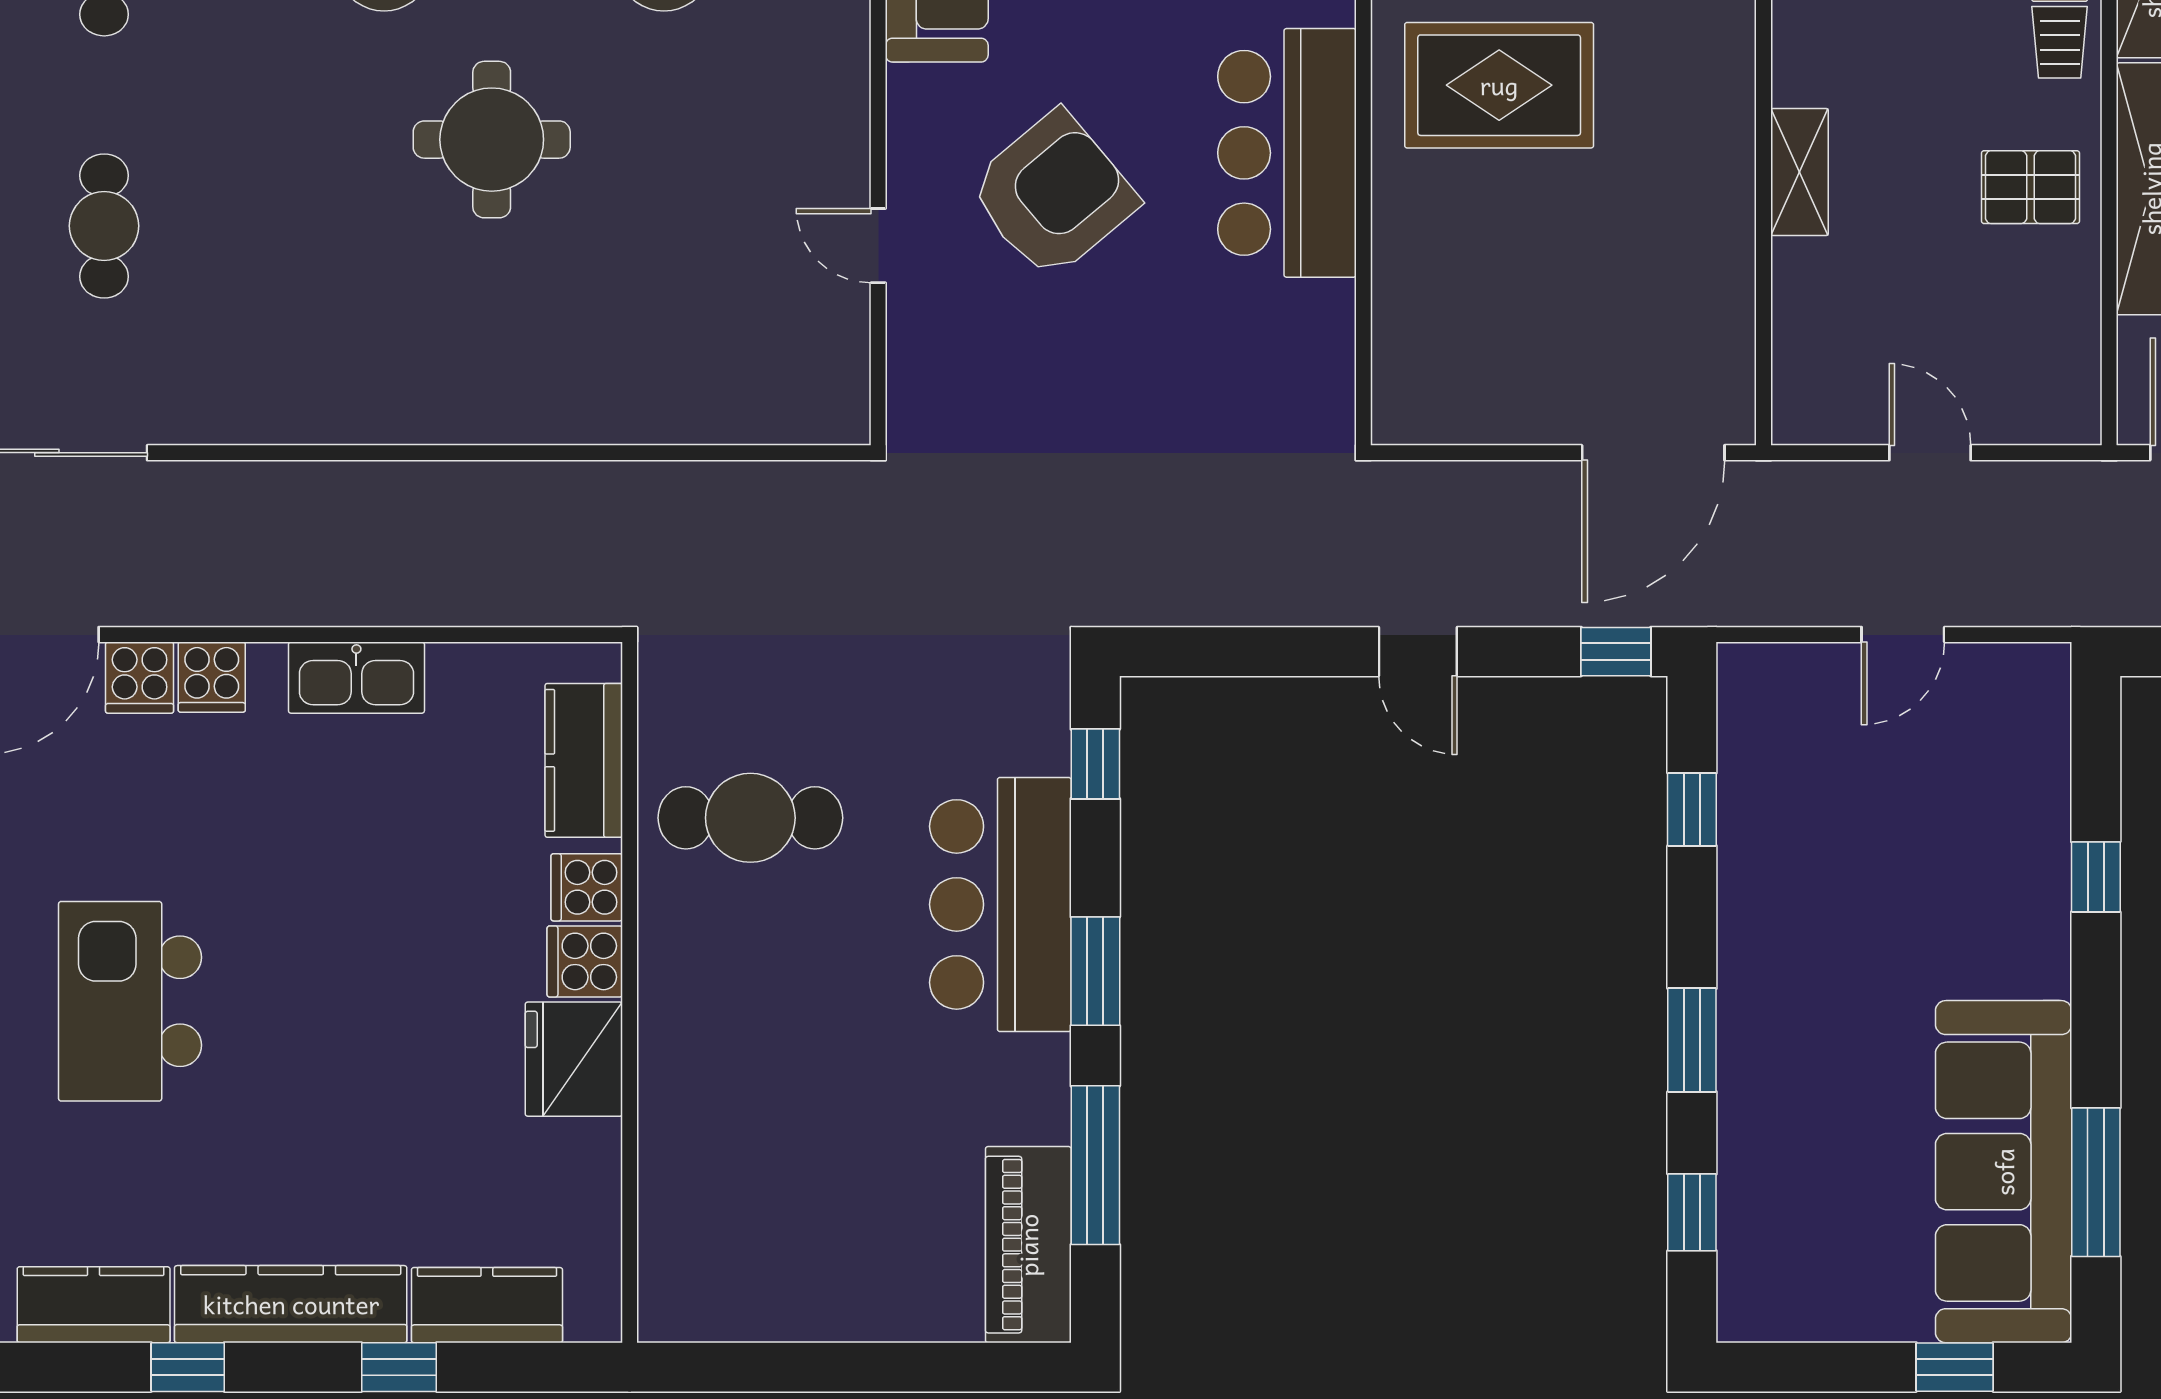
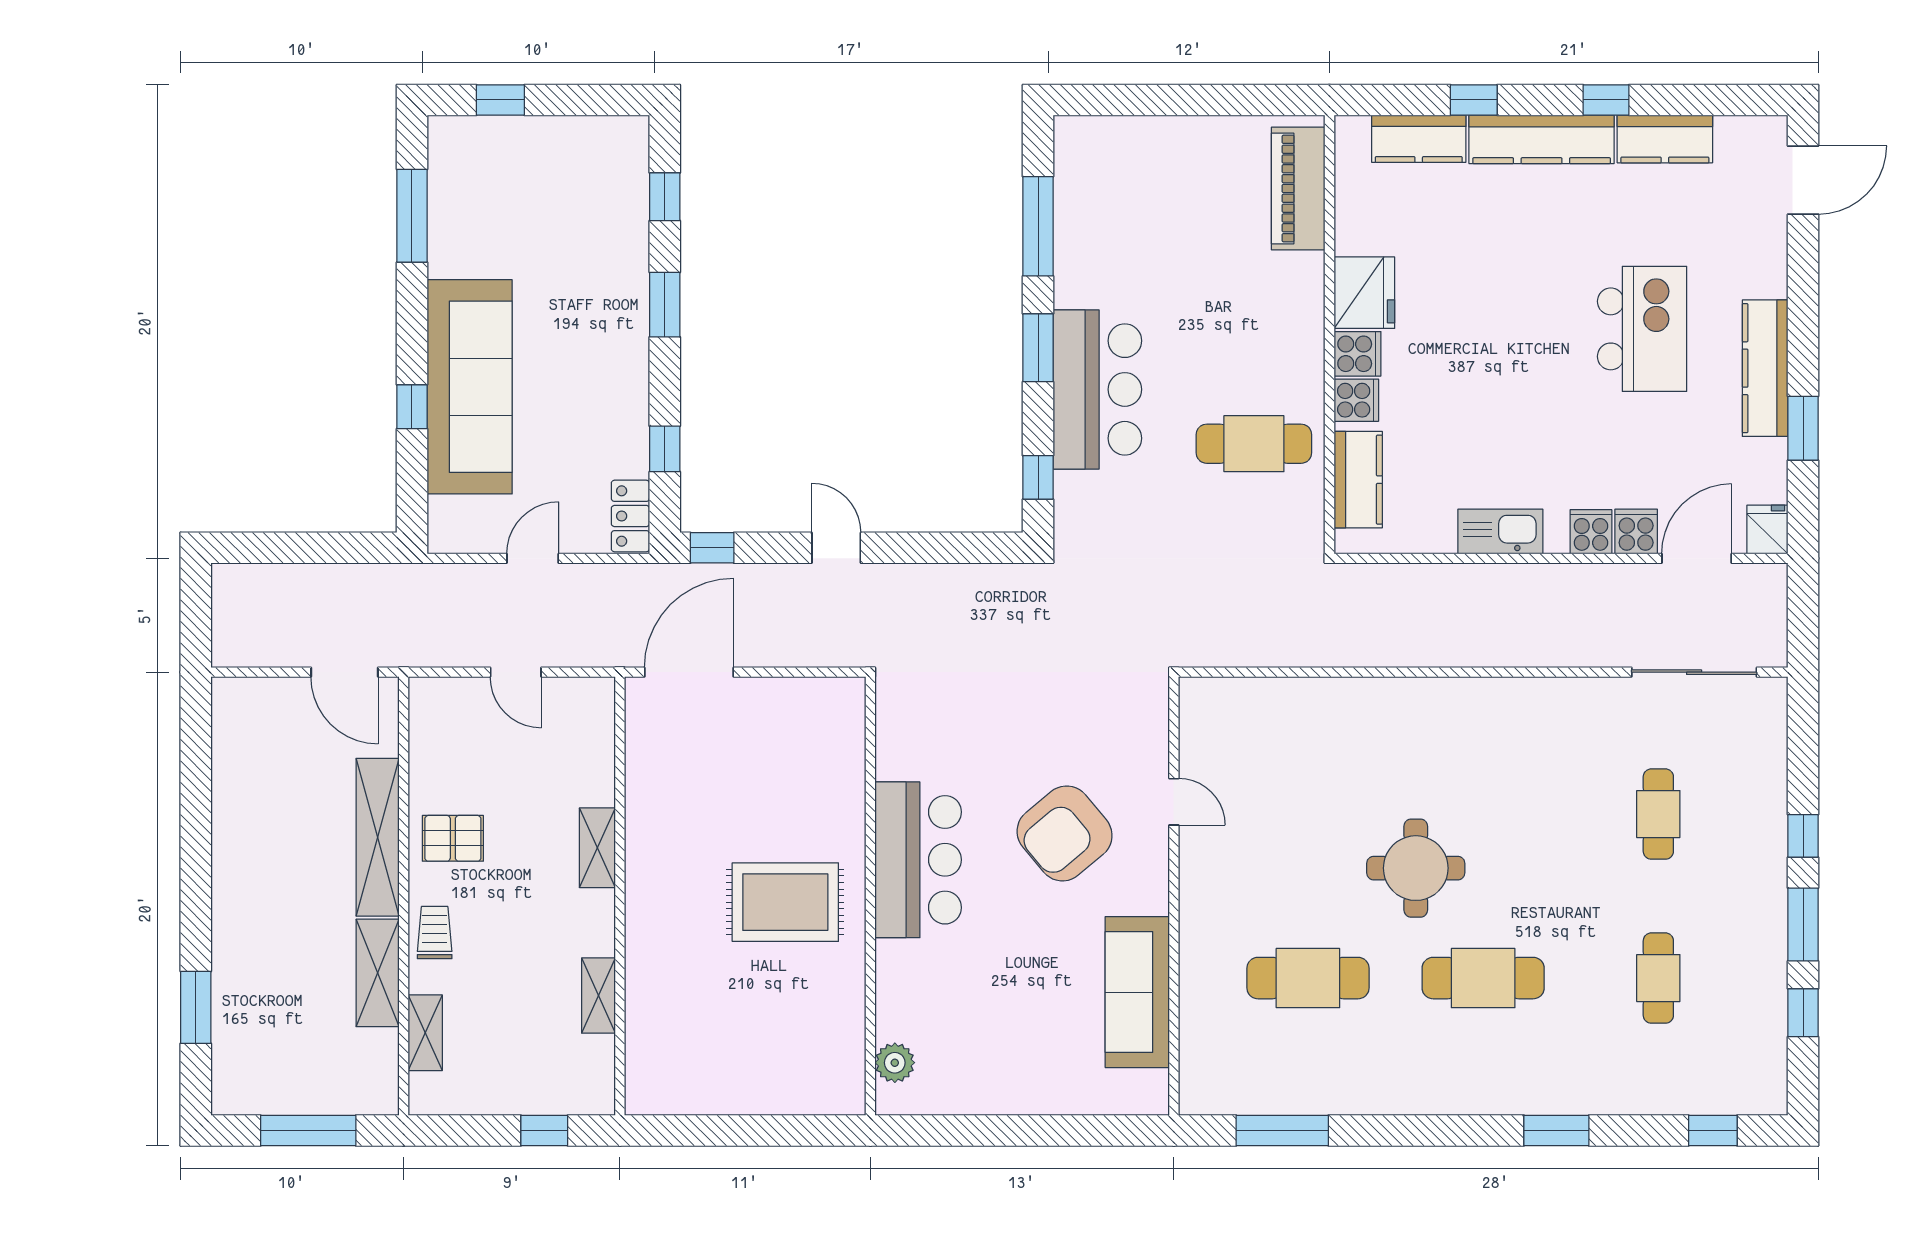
locker: (1747, 702) -> (630, 516), added
sofa: (2004, 1172) -> (470, 387), moved
piano: (1028, 1245) -> (1298, 188), moved, turned 180

